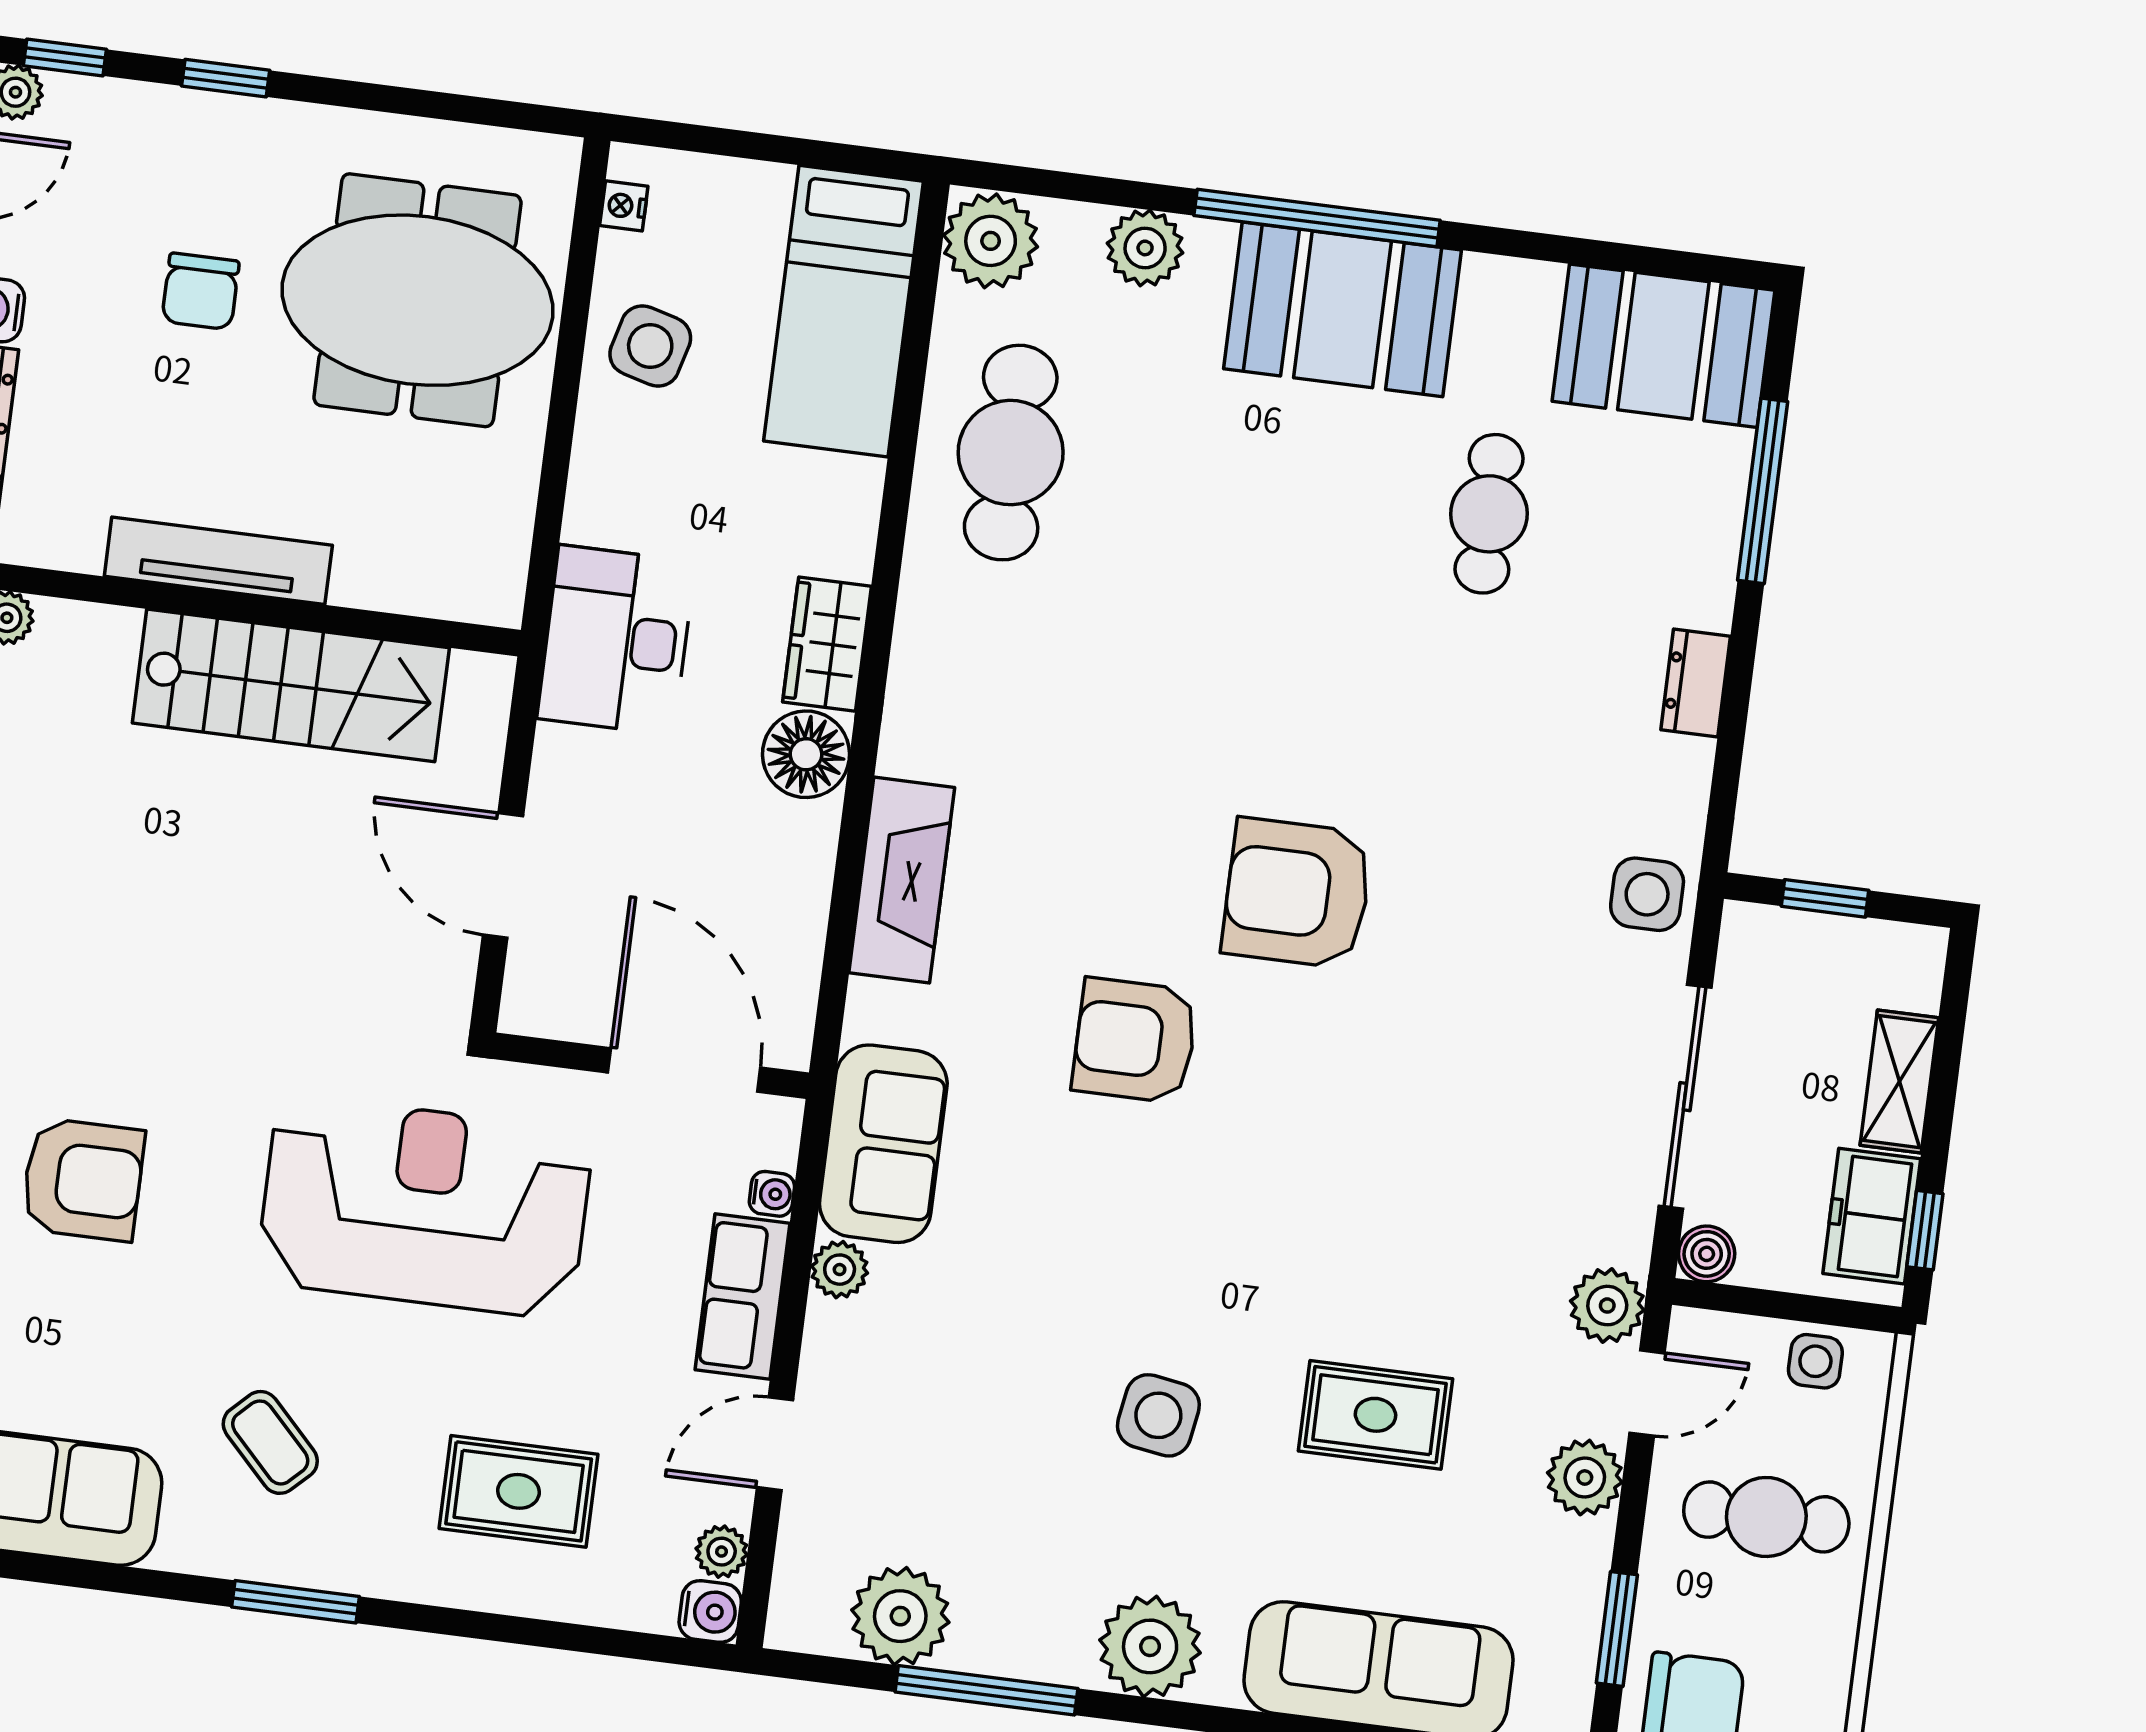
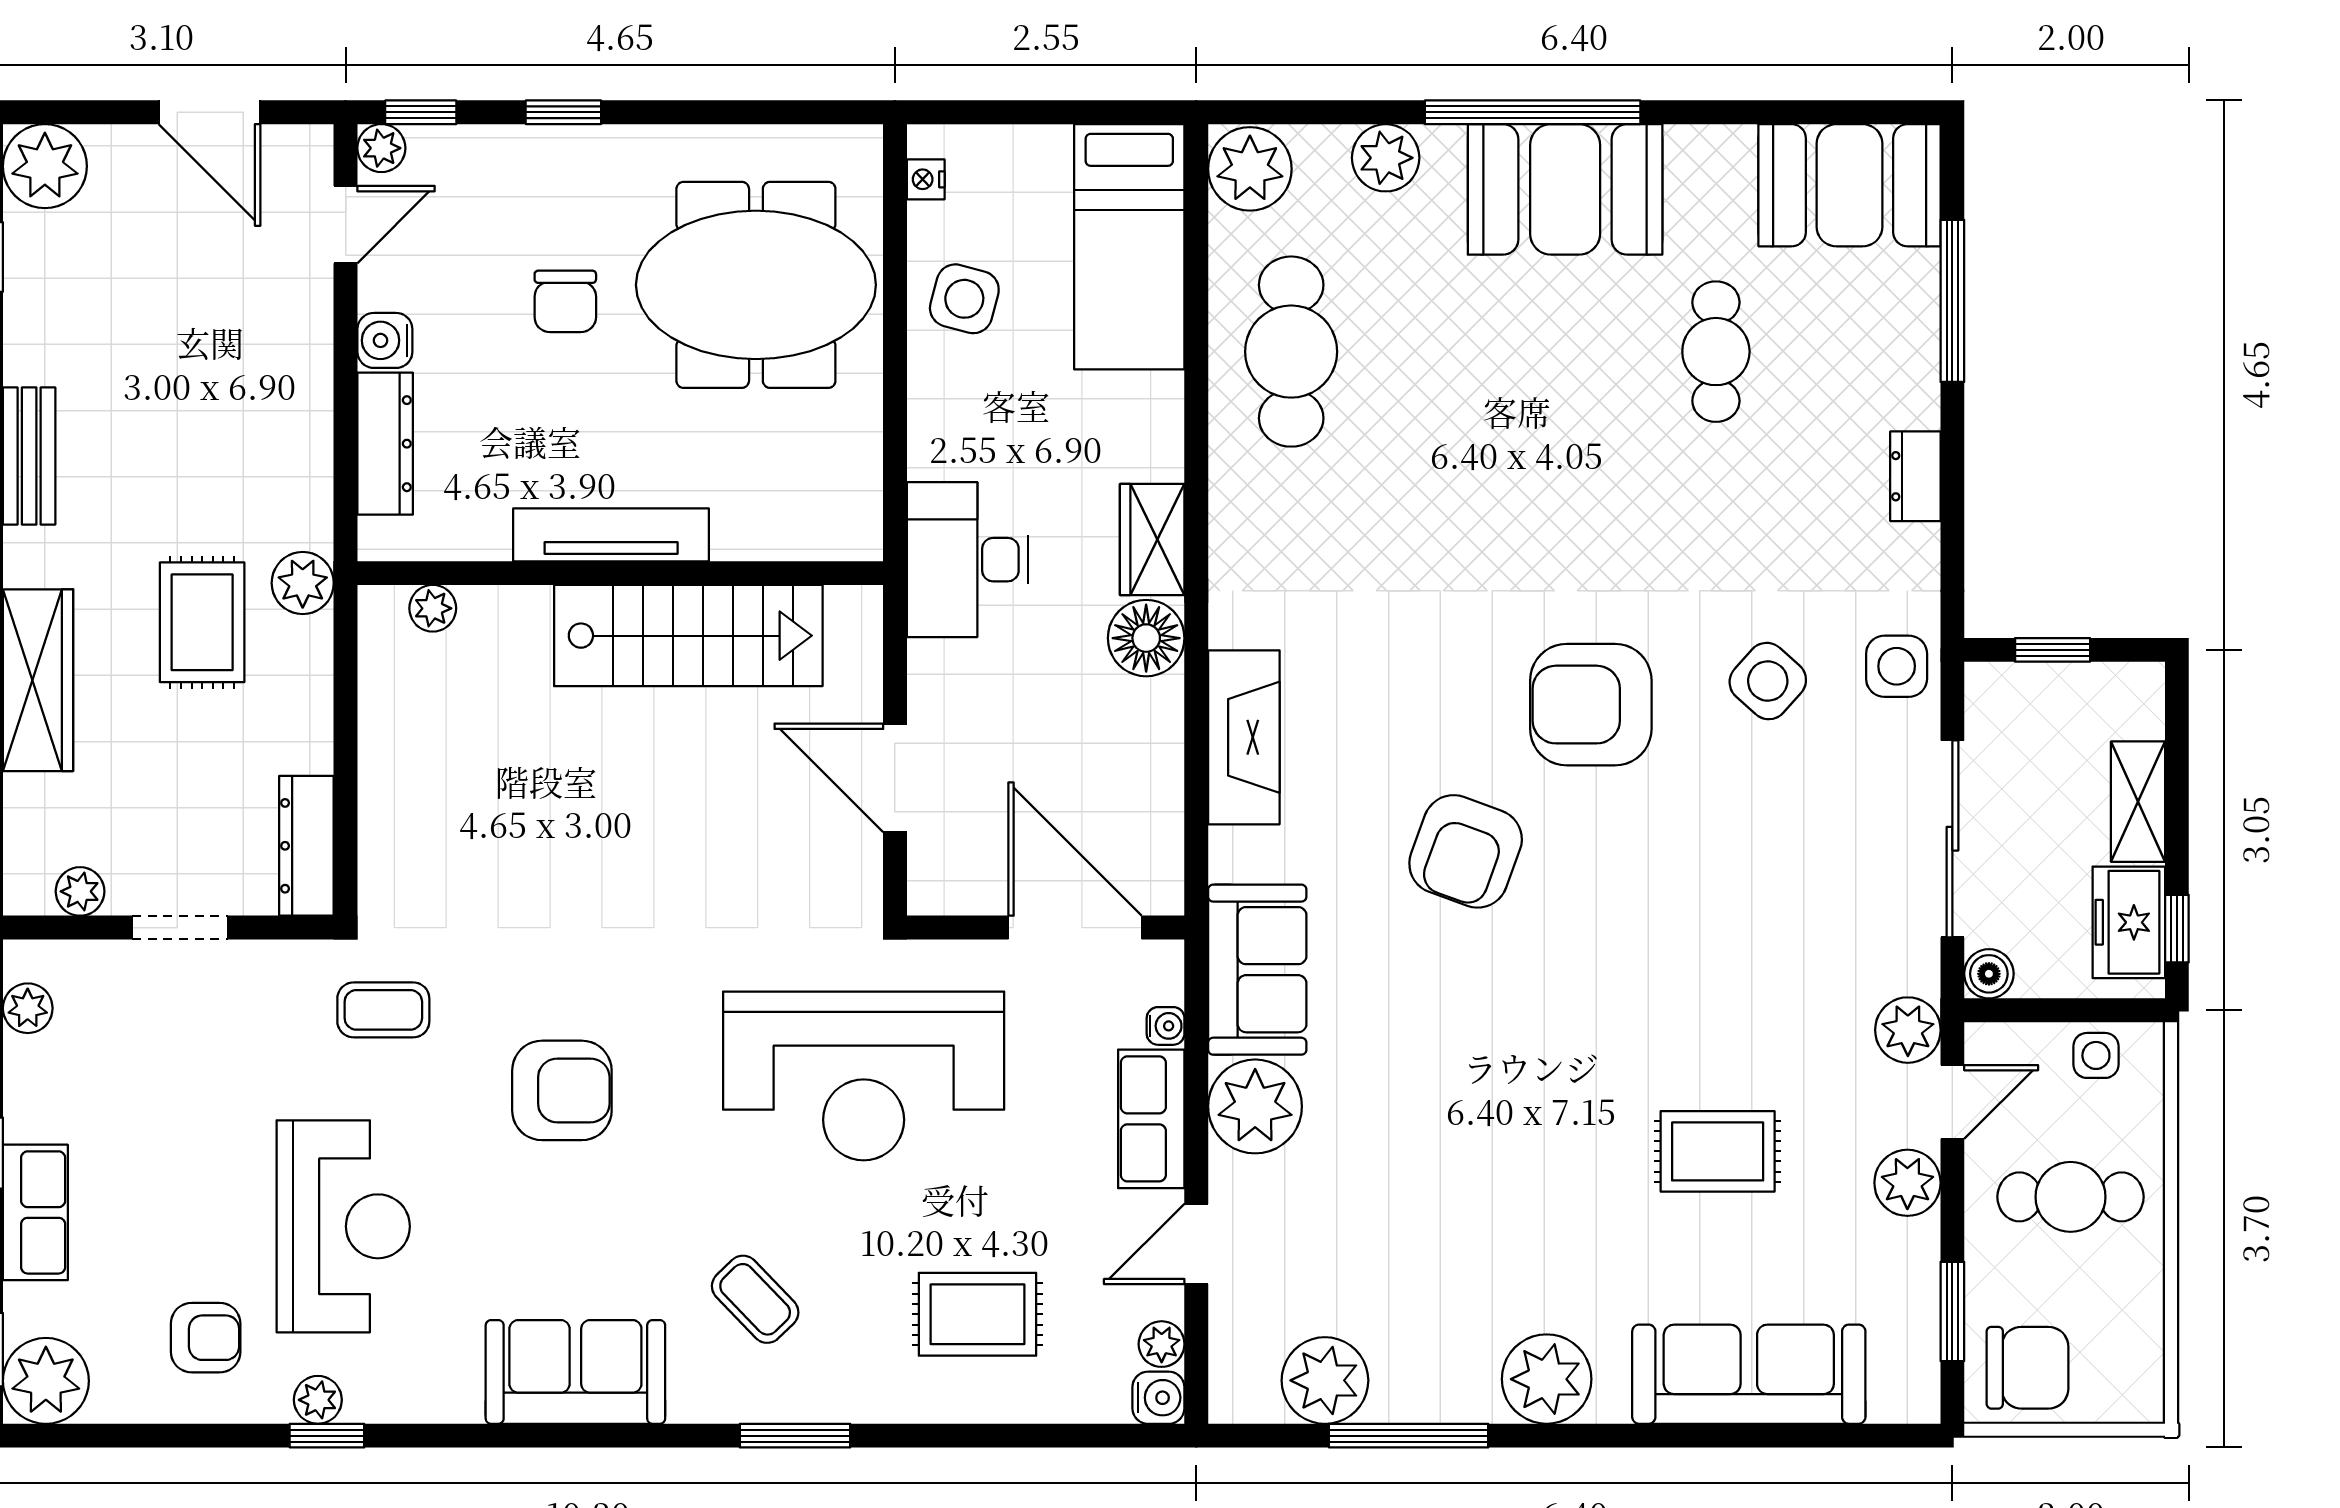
armchair: (1135, 1041) -> (1466, 851), turned -70
reception desk: (425, 1207) -> (864, 1076), turned 180
plant: (840, 1270) -> (1255, 1106), width x1.87, depth x1.87
side table: (1158, 1415) -> (1768, 681), moved, turned 33

